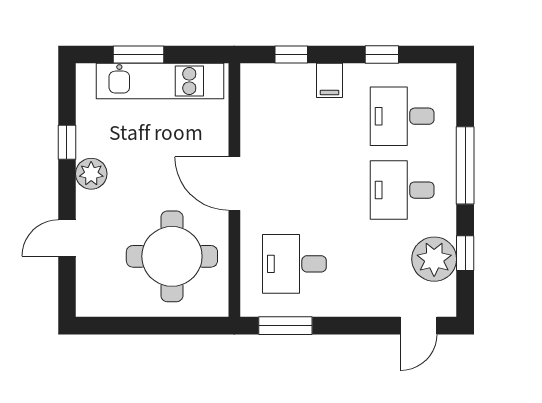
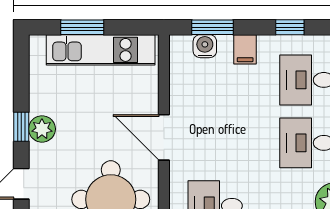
window: (291, 54) -> (212, 27), width x1.50
water cooler: (282, 77) -> (205, 46), added
window: (67, 142) -> (21, 127), moved

